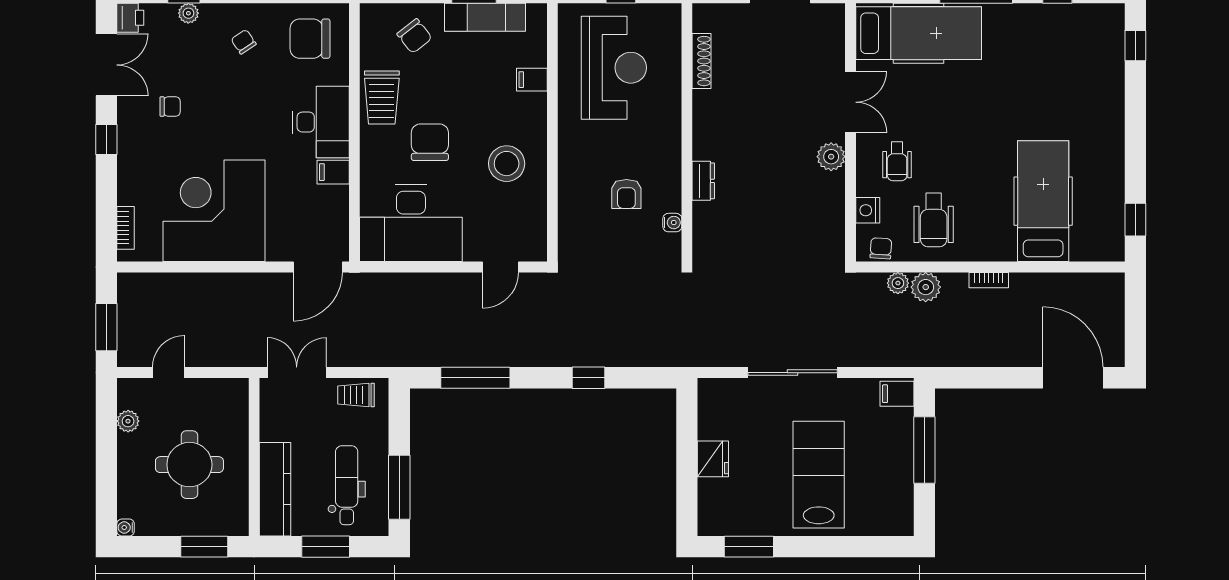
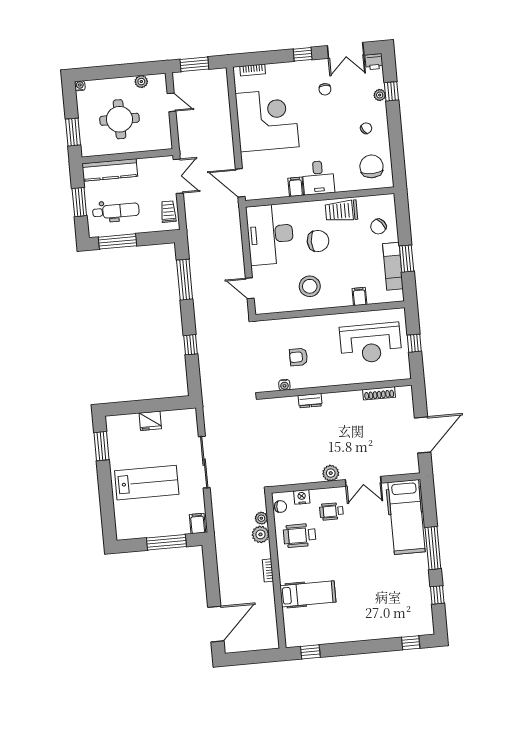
desk: (321, 122) -> (318, 178), width x0.73
hospital bed: (1043, 201) -> (308, 594), width x0.73, depth x0.78

